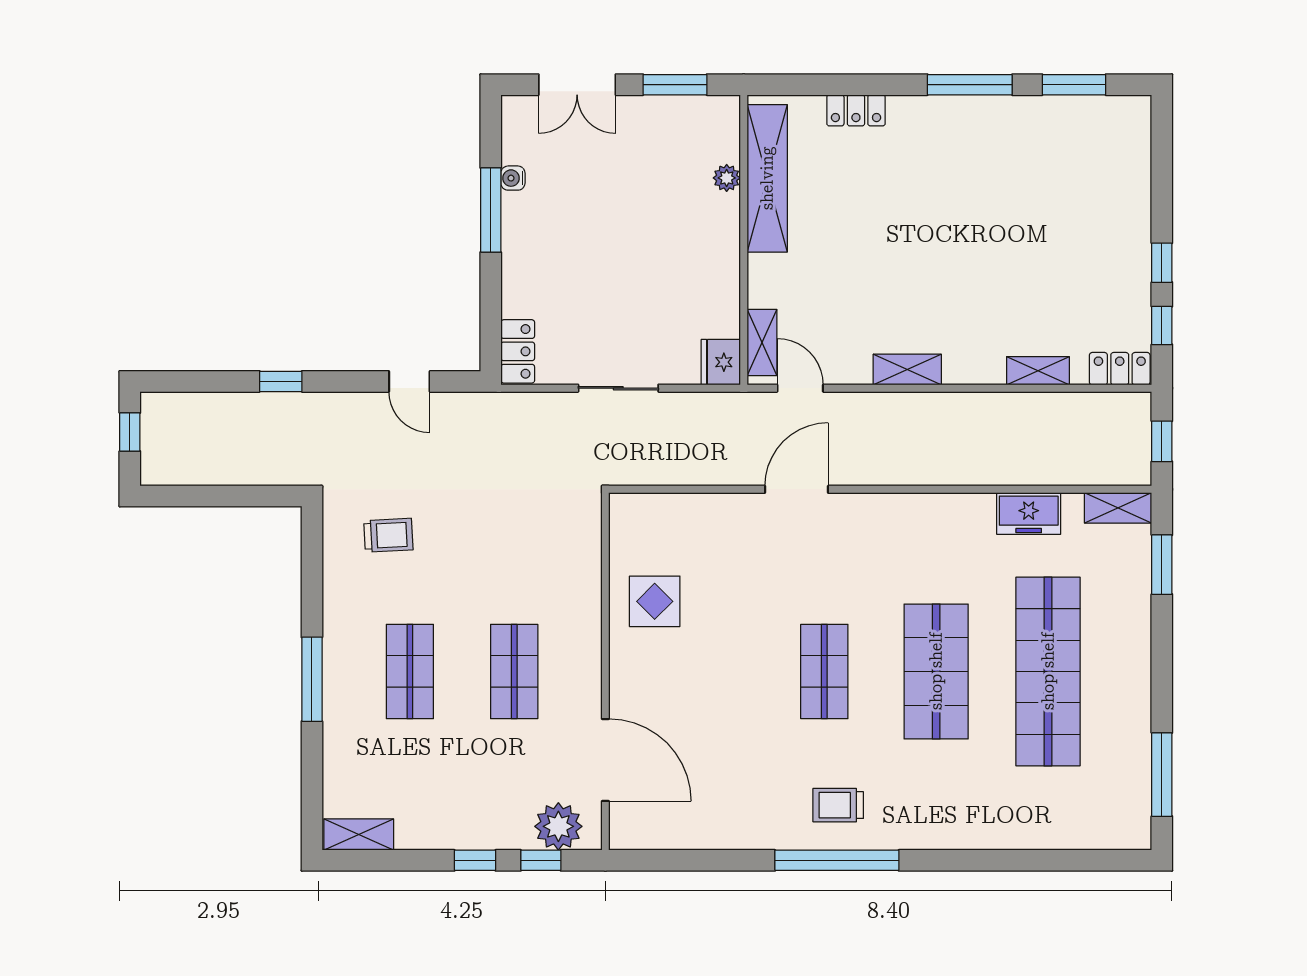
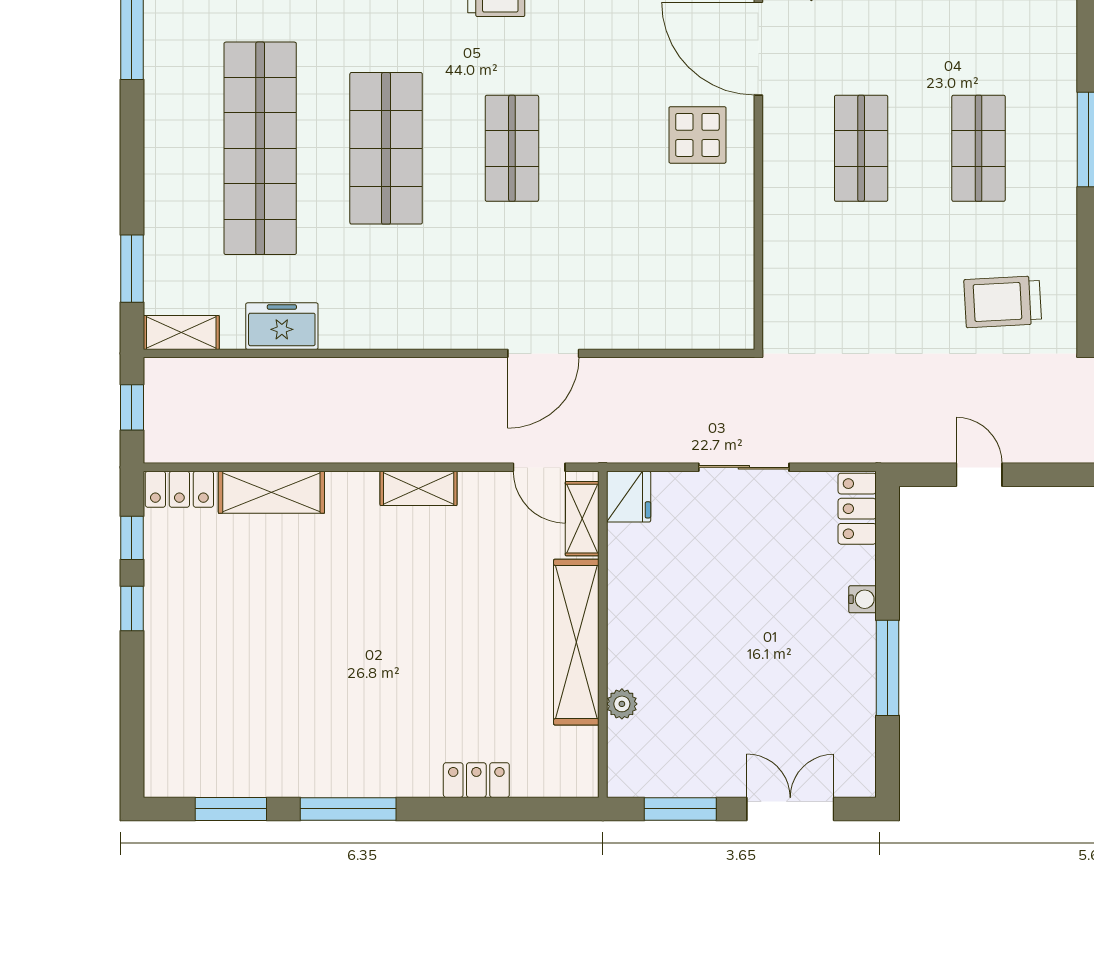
water cooler: (513, 178) -> (863, 599), moved
shelving: (767, 178) -> (576, 642), moved
shelving: (1038, 371) -> (271, 492), width x1.50, depth x1.33
trolley: (388, 535) -> (1003, 302), width x1.36, depth x1.39
display table: (655, 601) -> (697, 135), moved

